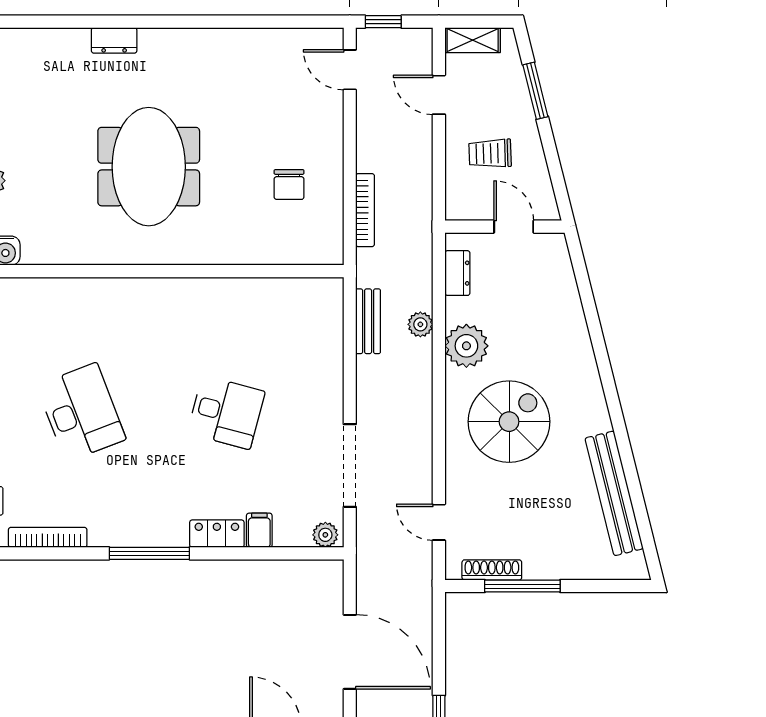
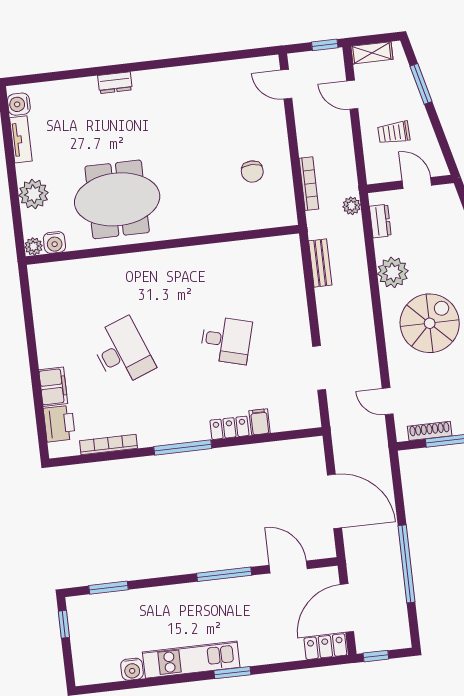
window: (383, 22) -> (325, 45), moved
meeting table: (149, 167) -> (117, 199), moved, turned 90
plant: (420, 324) -> (352, 206), moved
doorway: (350, 466) -> (319, 368), width x0.73
plant: (325, 535) -> (307, 420), removed

